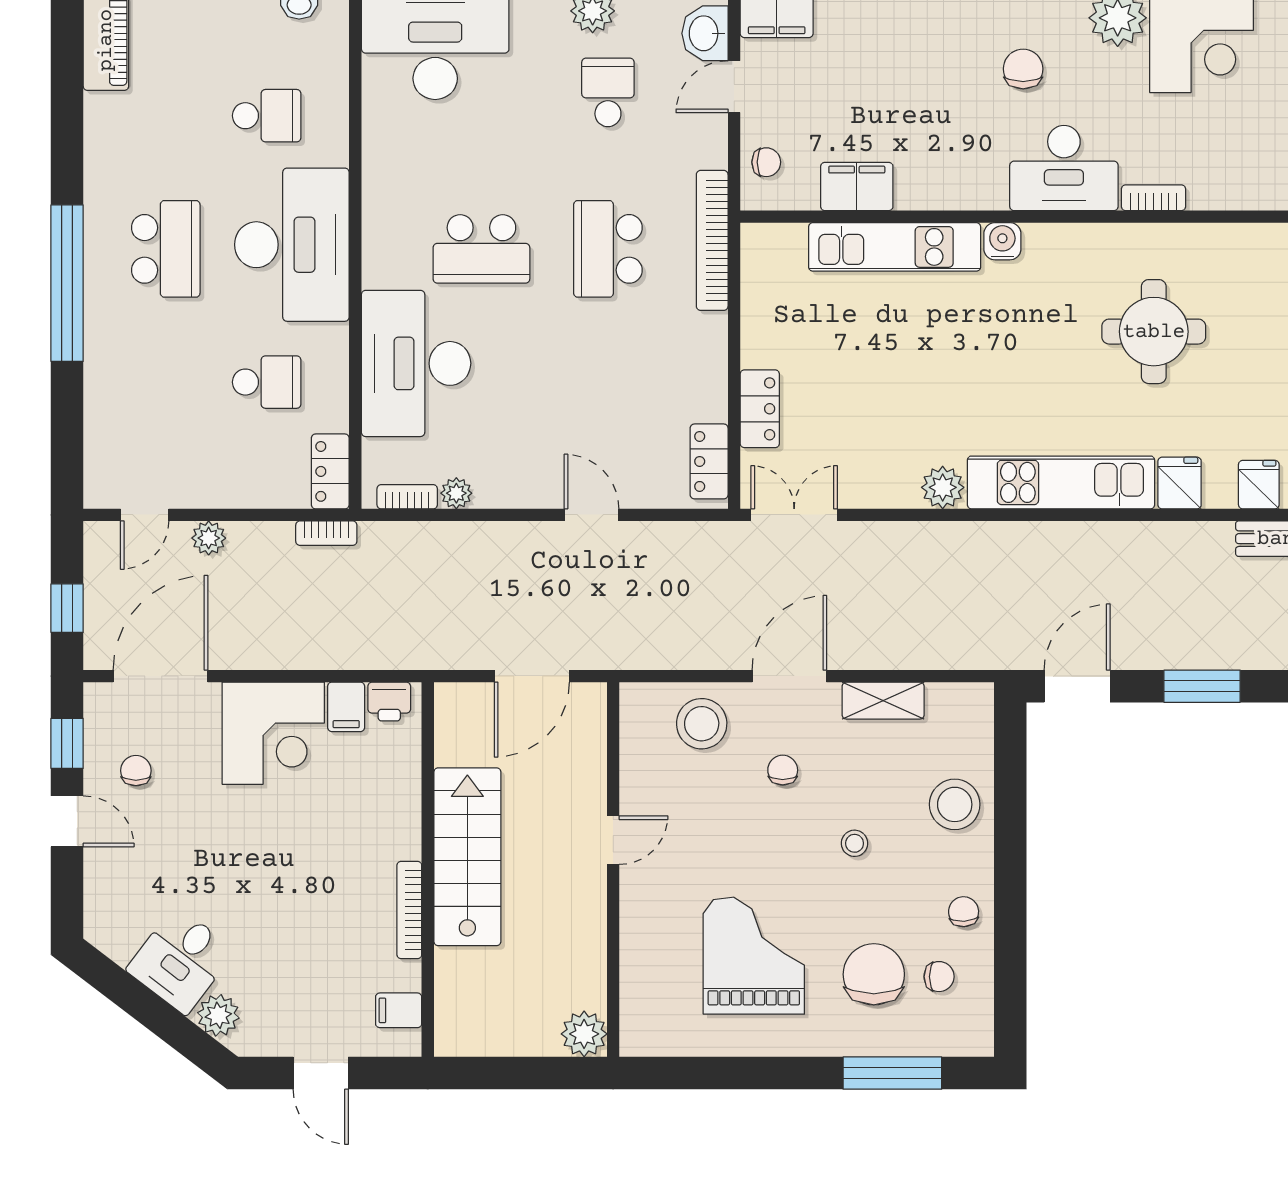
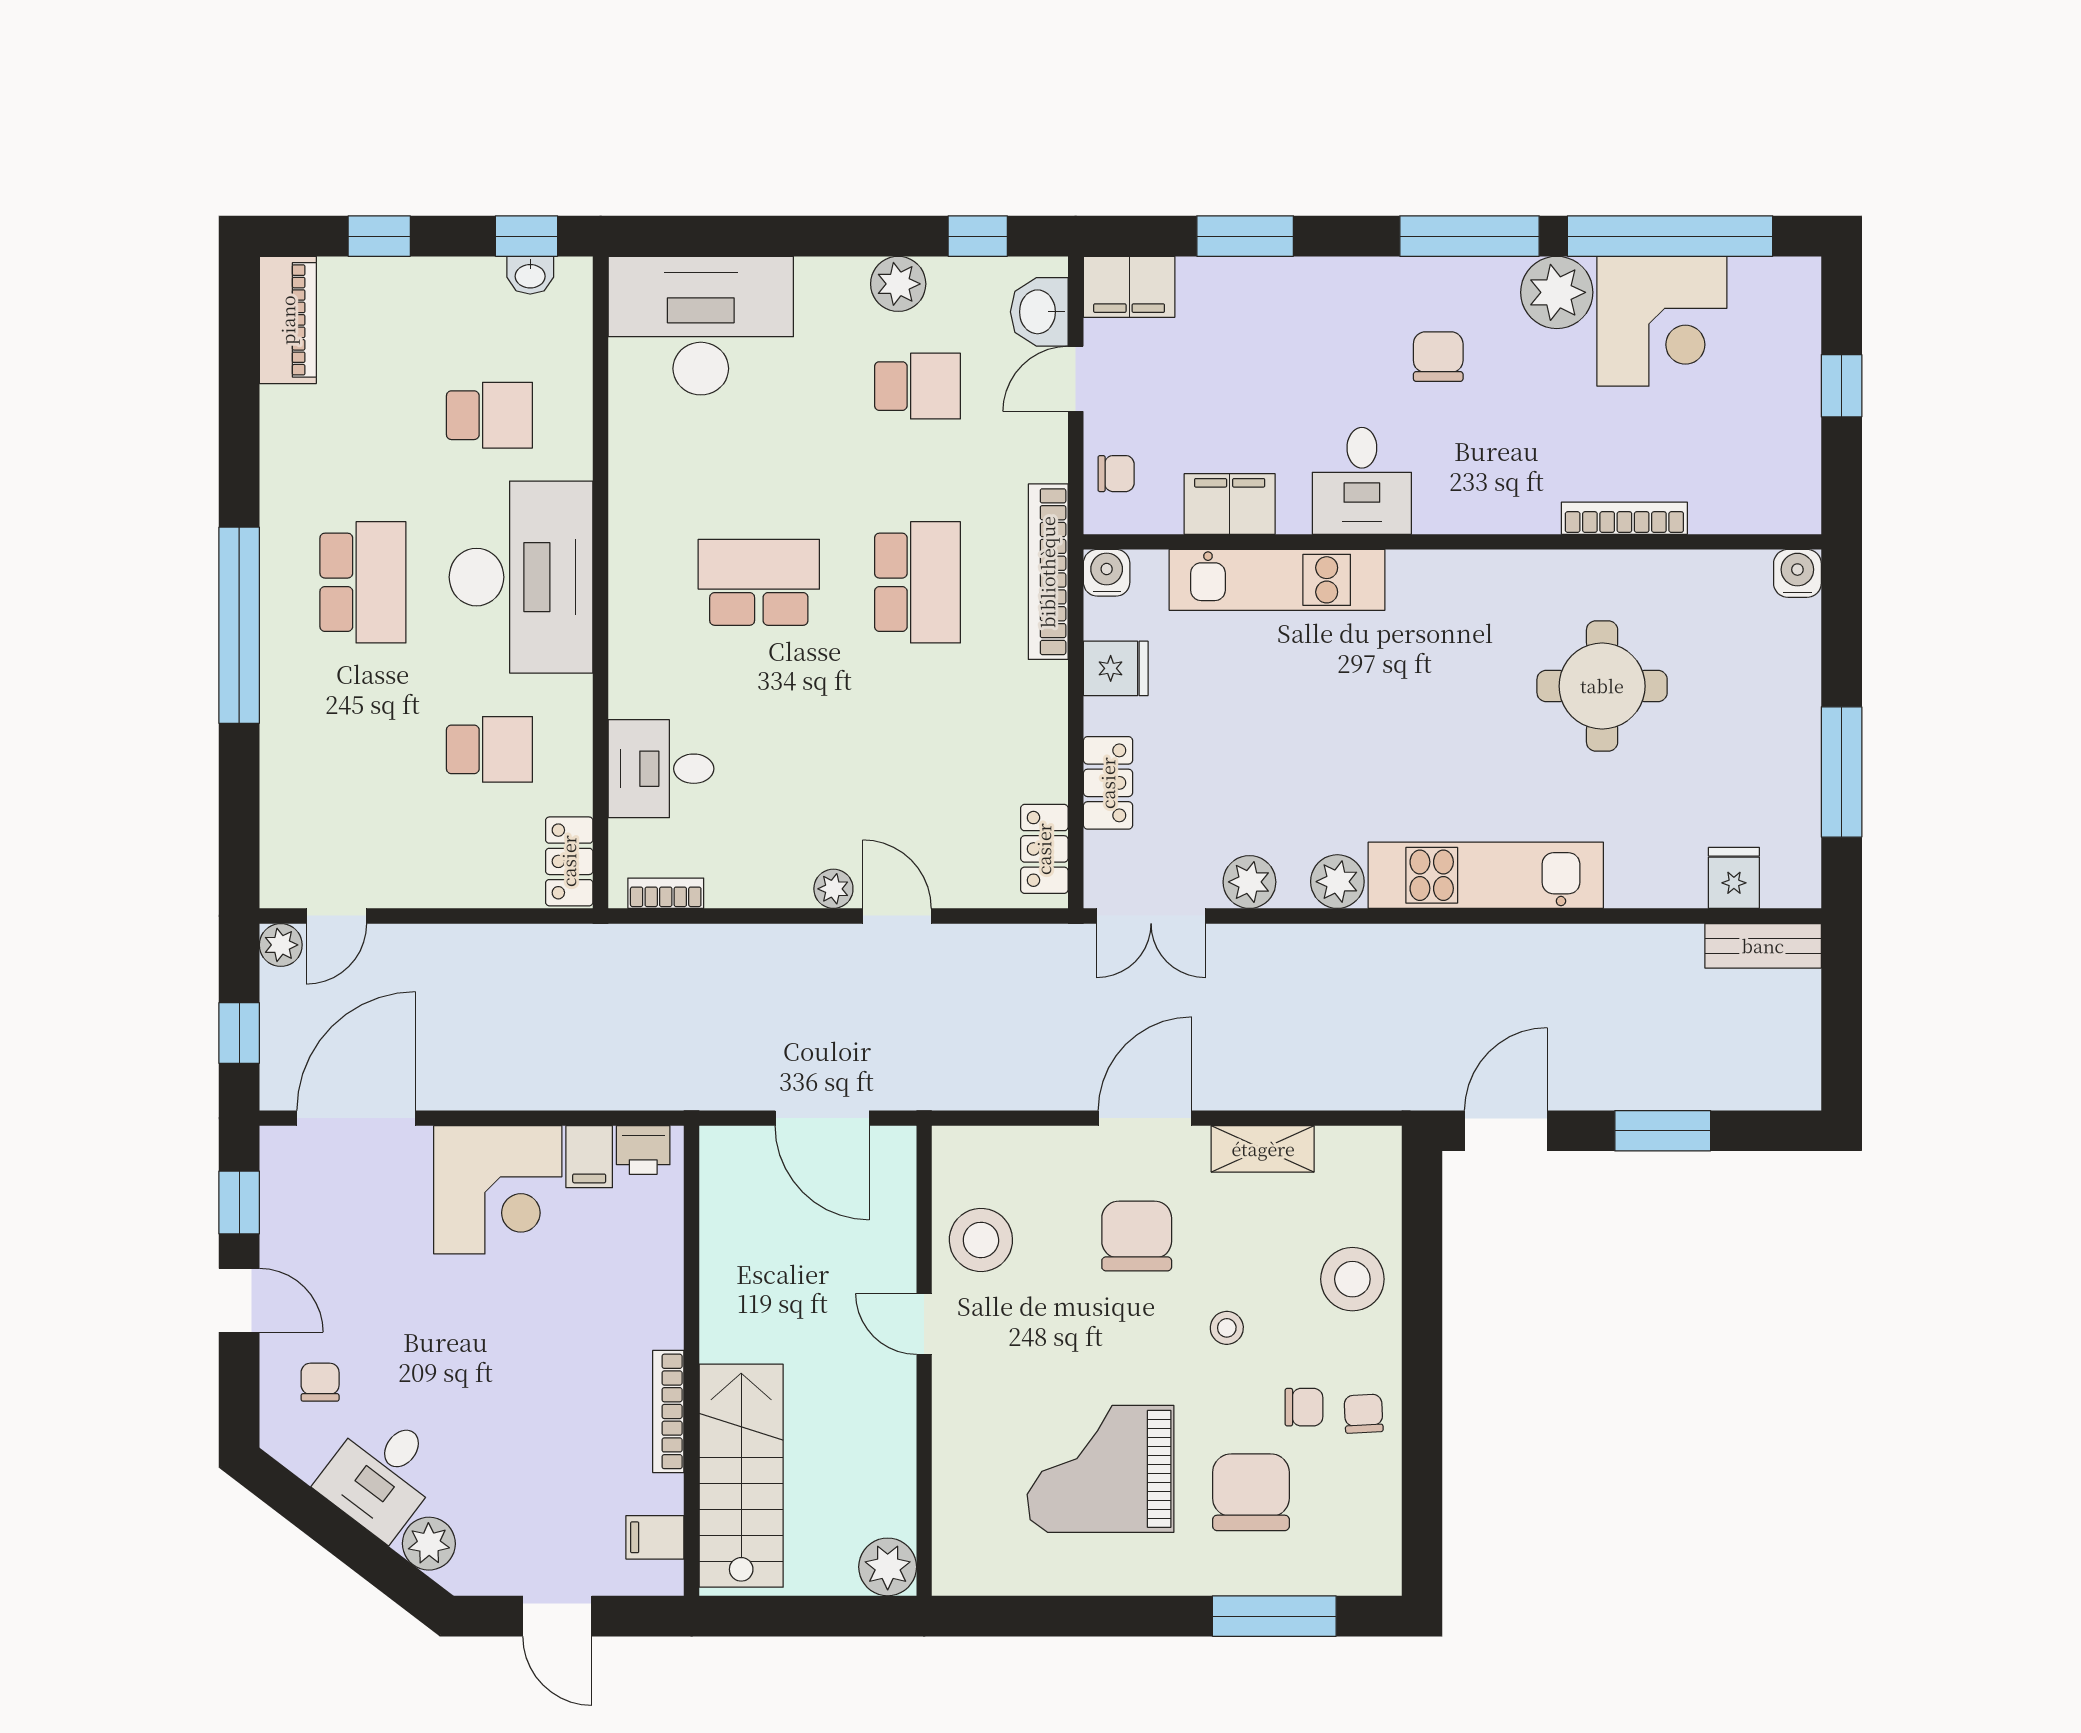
school desk: (608, 92) -> (917, 386), turned 90
desk: (1064, 168) -> (1362, 481), moved, width x0.73
bookcase: (1153, 198) -> (1624, 518), width x1.56
water cooler: (1002, 241) -> (1107, 573), moved
school desk: (481, 249) -> (759, 582), turned 180
school desk: (608, 249) -> (917, 582), turned 180
desk: (416, 363) -> (661, 769), width x0.53, depth x0.77
fridge: (1180, 483) -> (1116, 668), moved, turned 90
plant: (873, 488) -> (1249, 882), added
plant: (456, 493) -> (833, 889), moved
double door: (794, 515) -> (1151, 916), swing flipped
bookcase: (326, 533) -> (564, 939), removed
plant: (209, 538) -> (281, 945), moved
door: (532, 676) -> (822, 1118), hinge flipped
stool: (702, 724) -> (981, 1240), moved
chair: (783, 770) -> (1137, 1236), width x1.87, depth x1.87
chair: (136, 771) -> (320, 1382), moved
door: (613, 840) -> (924, 1324), swing flipped
stairs: (467, 857) -> (741, 1476), moved
grand piano: (754, 956) -> (1100, 1469), turned -90
chair: (939, 977) -> (1304, 1407), moved

